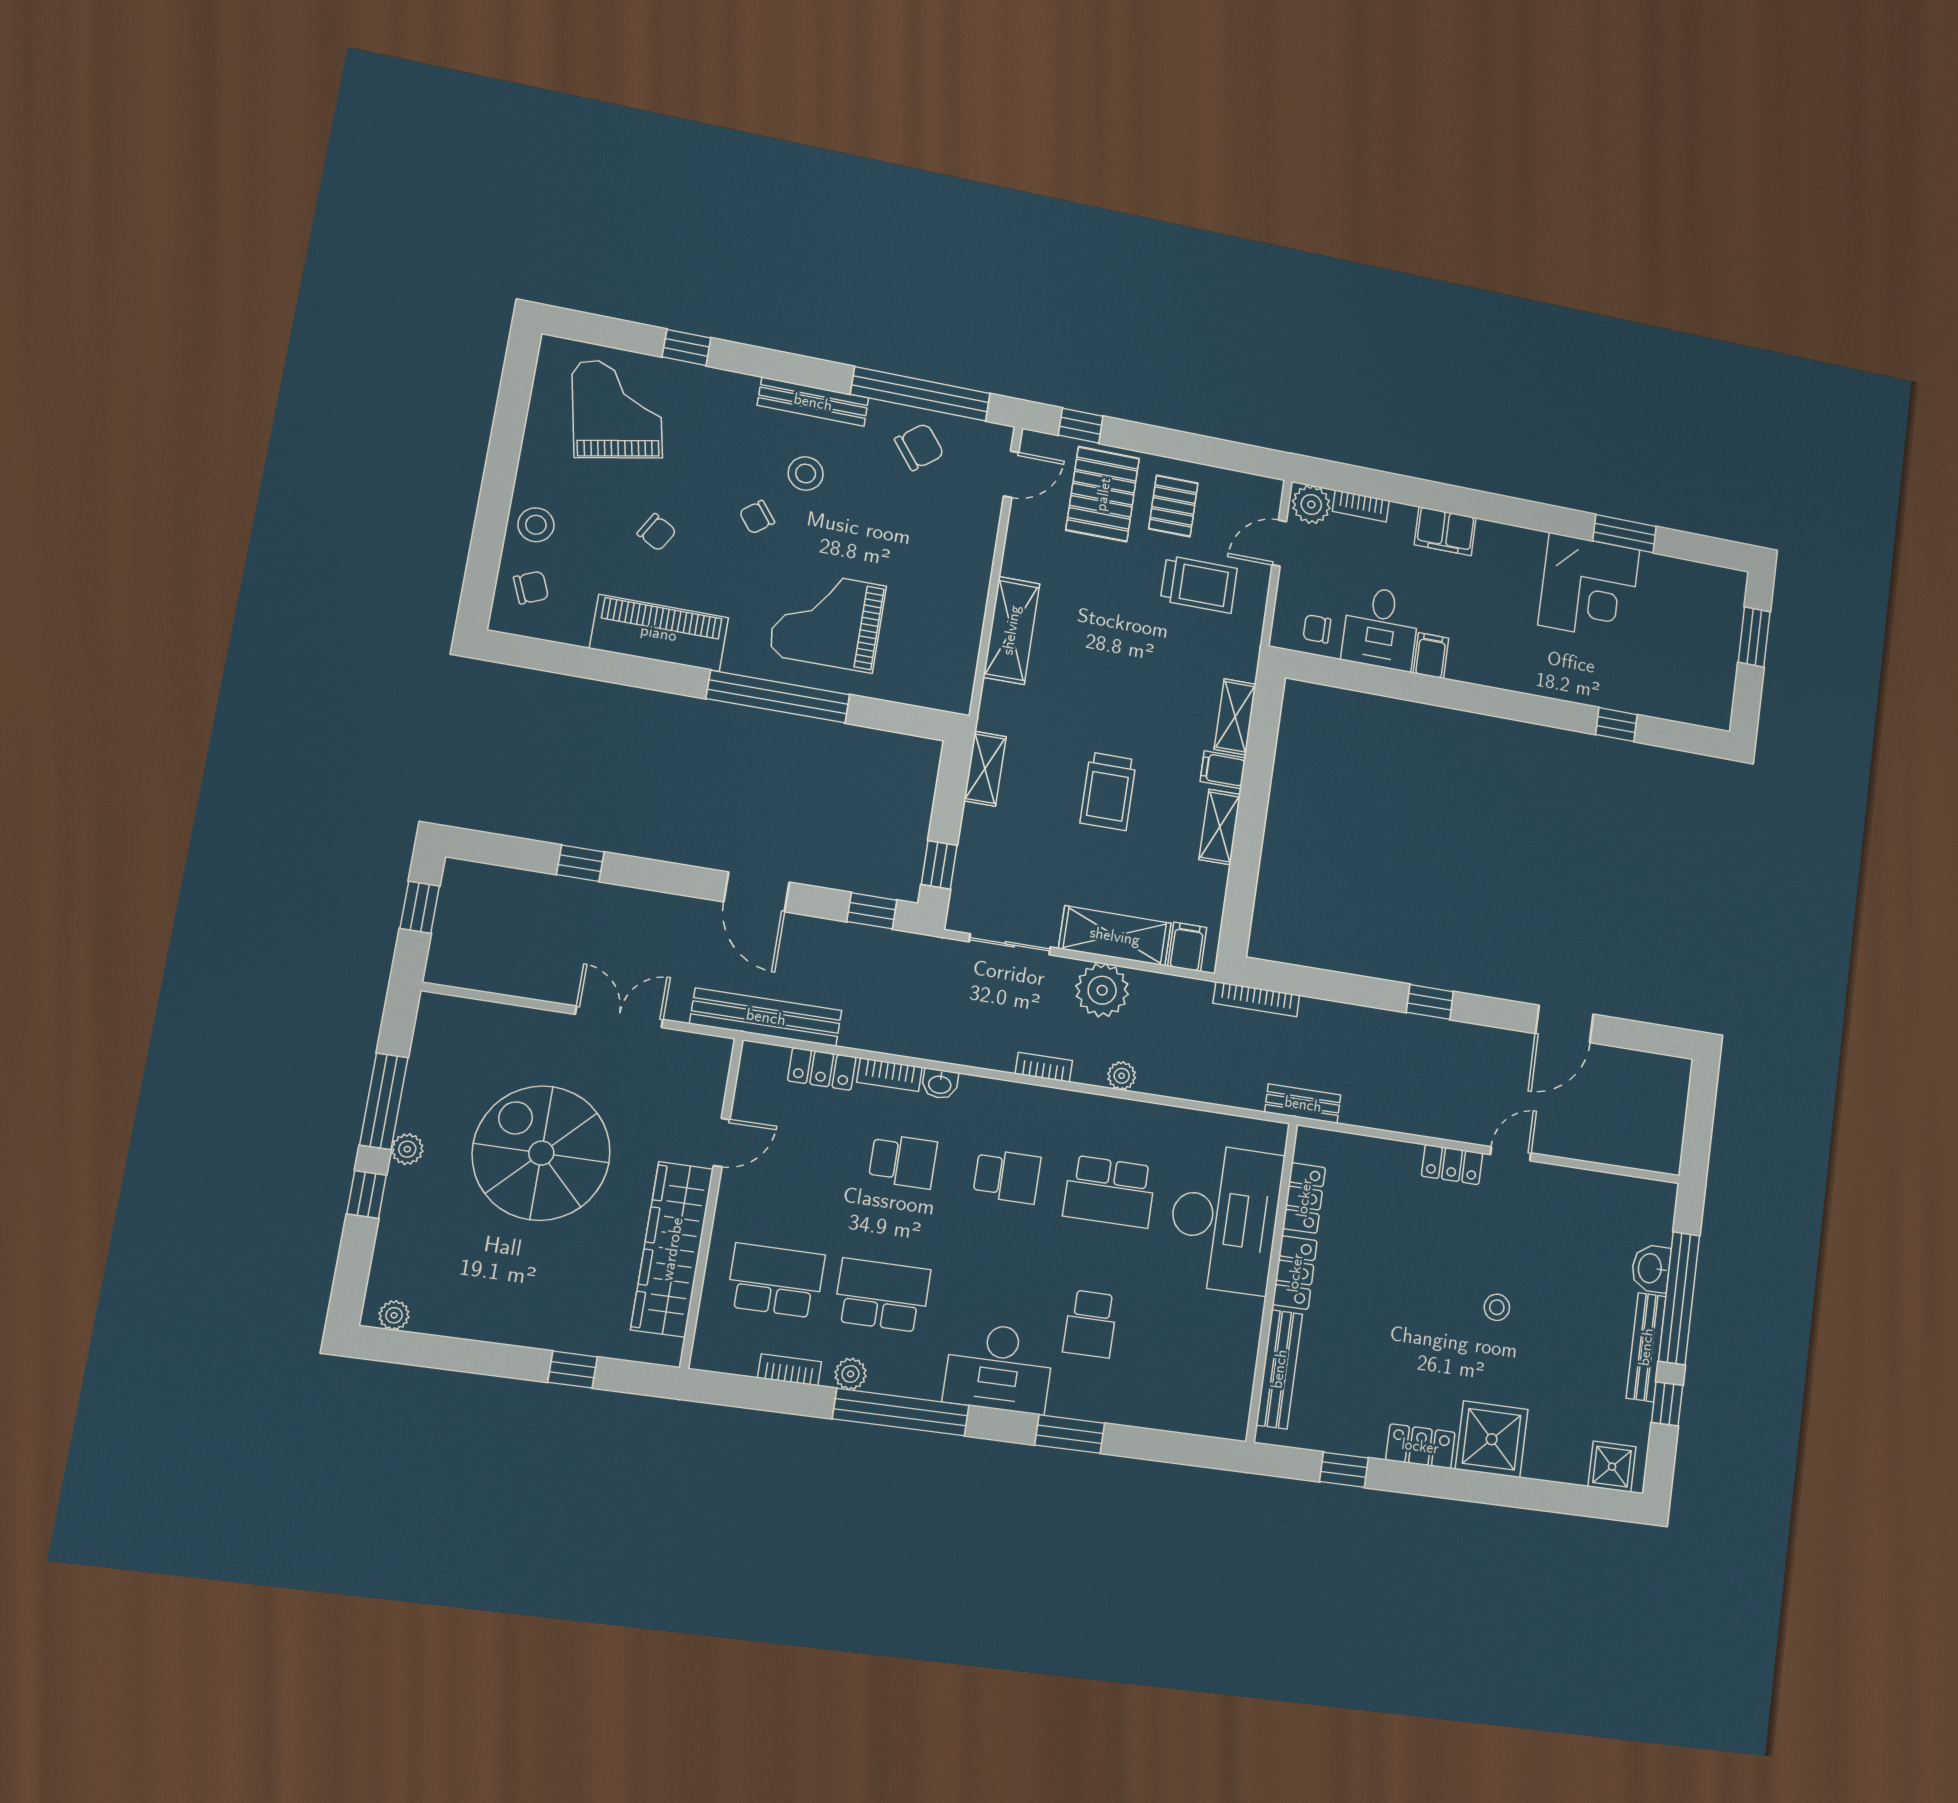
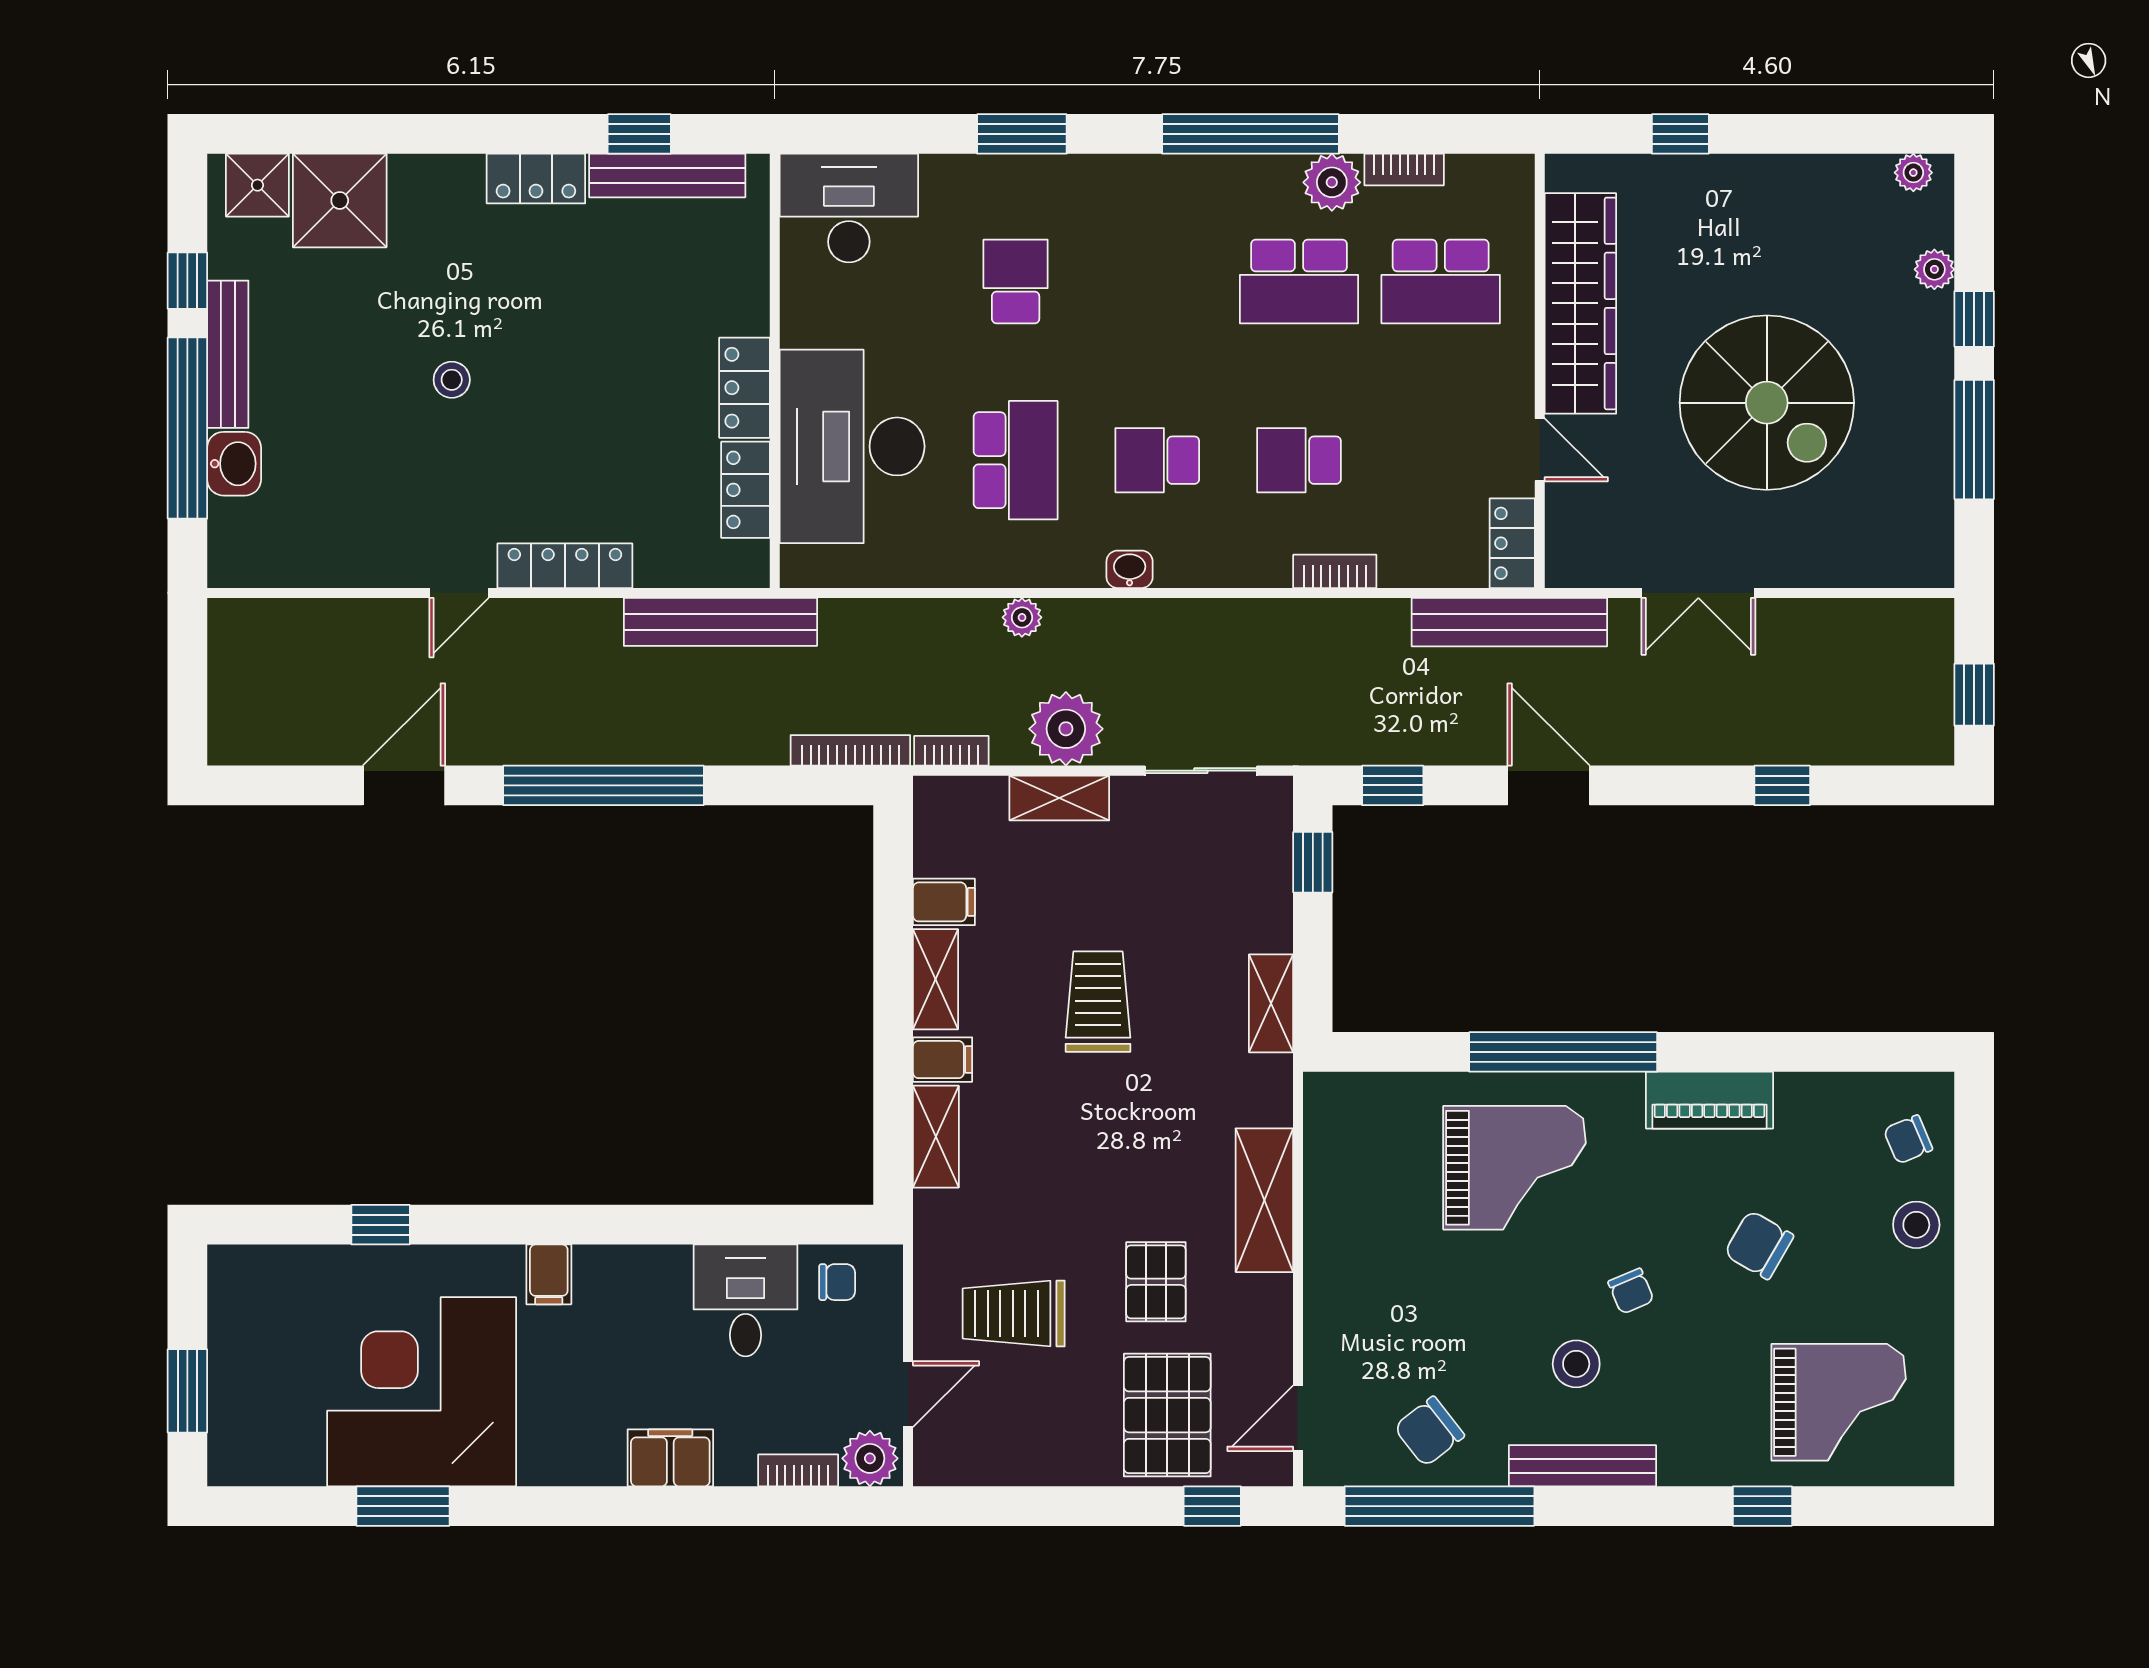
grand piano: (617, 409) -> (1839, 1402), turned -79
pallet: (1173, 506) -> (1156, 1282), moved
chair: (757, 517) -> (1631, 1291), turned 105
chair: (657, 532) -> (1759, 1245), width x1.37, depth x1.37
corner desk: (1589, 587) -> (422, 1392), width x1.36, depth x1.36
piano: (659, 633) -> (1709, 1100), width x0.73, depth x0.75
filing cabinet: (1431, 656) -> (549, 1274), moved
shelving: (1115, 936) -> (1059, 798), width x0.67, depth x0.75
filing cabinet: (1187, 947) -> (944, 902), moved, turned -90
window: (1430, 1002) -> (603, 785), width x3.17
bookcase: (1044, 1067) -> (951, 751), moved, turned 180
locker: (822, 1069) -> (1512, 543), moved, turned -90
washbasin: (940, 1084) -> (1130, 569), moved
bench: (1303, 1104) -> (720, 622), width x1.86, depth x1.21
door: (722, 1142) -> (1540, 450), swing flipped
plant: (407, 1149) -> (1934, 269), moved
locker: (1452, 1165) -> (565, 566), width x1.53
school desk: (1110, 1191) -> (1016, 460), turned 90
desk: (999, 1368) -> (849, 208), moved
bench: (1279, 1369) -> (667, 176), moved, turned 90
plant: (851, 1374) -> (1332, 182), width x1.38, depth x1.38
shower: (1492, 1439) -> (340, 200), moved

